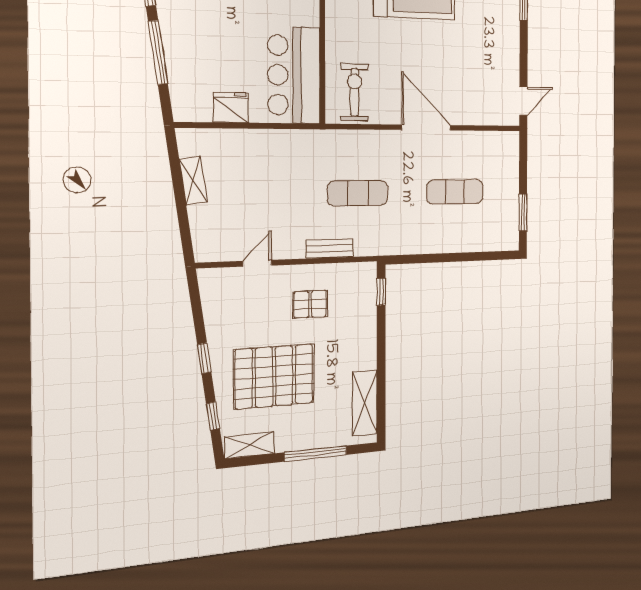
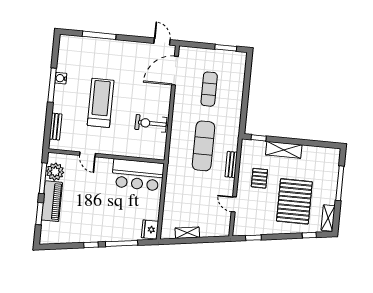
exercise bike: (355, 92) -> (151, 123), moved
fridge: (231, 107) -> (150, 229), moved
door: (426, 127) -> (175, 71), moved
exercise mat: (358, 193) -> (204, 146), width x1.36, depth x1.45
window: (204, 358) -> (253, 238), moved
shelving: (365, 403) -> (284, 150), moved

